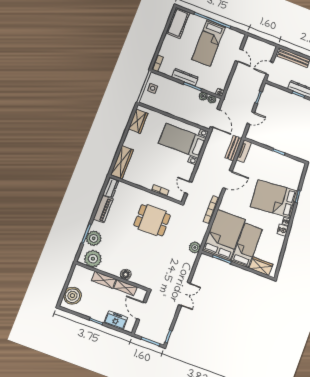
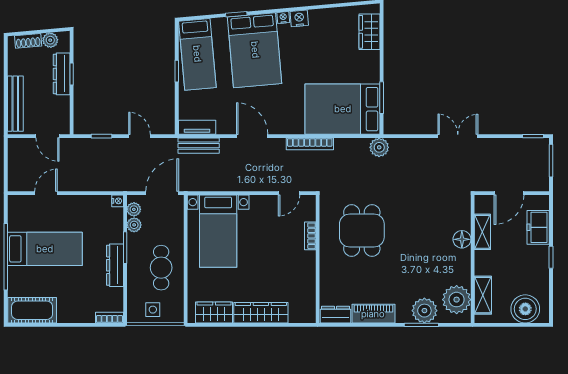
cafe table: (174, 102) -> (161, 268), added
wardrobe: (122, 162) -> (261, 313), moved
bed: (247, 245) -> (197, 54), moved, turned -95
shelving: (104, 280) -> (483, 295), moved

